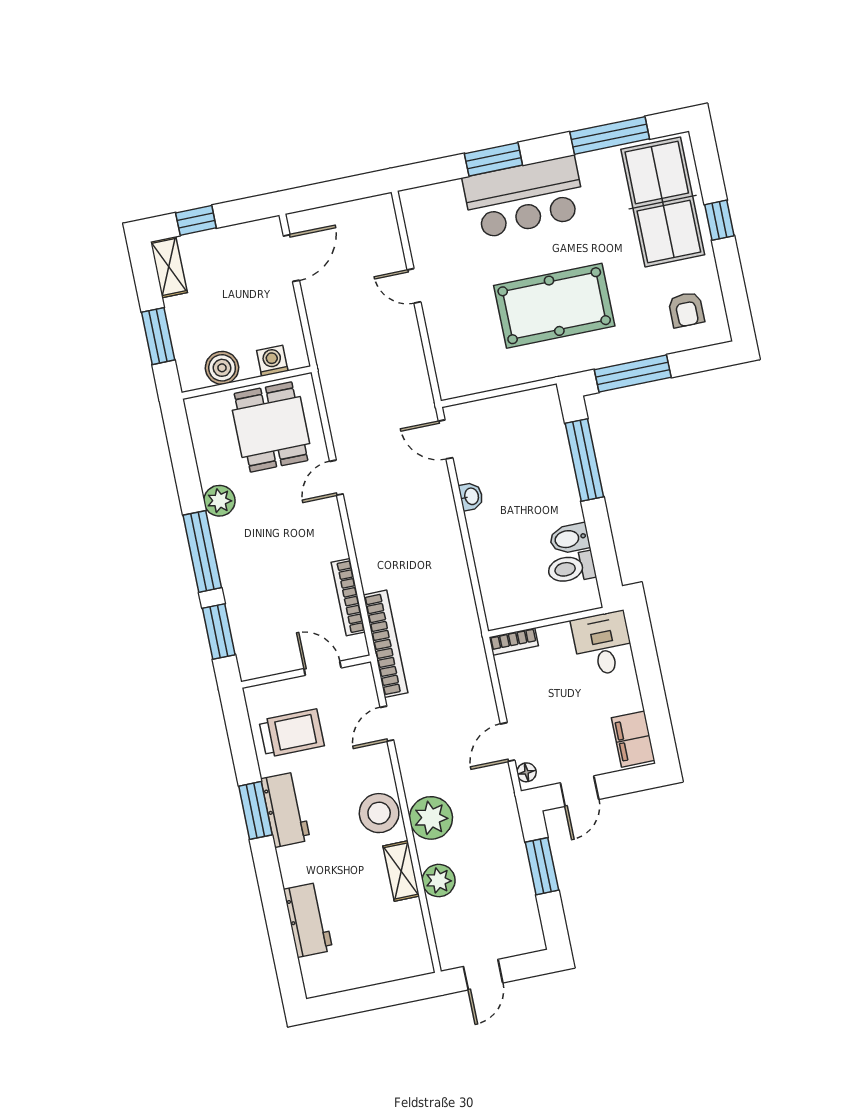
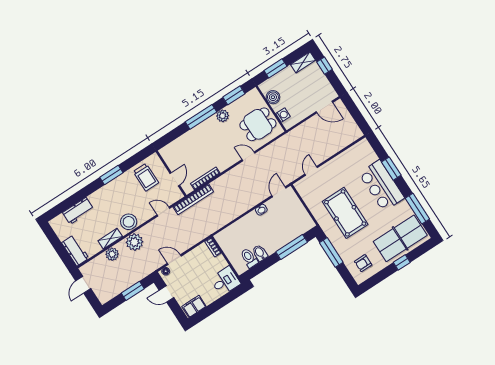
door: (414, 286) -> (311, 171), moved
window: (219, 631) -> (234, 95), moved
workbench: (286, 809) -> (75, 251), moved, turned -90
door: (483, 975) -> (83, 285), hinge flipped

